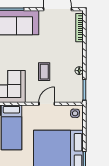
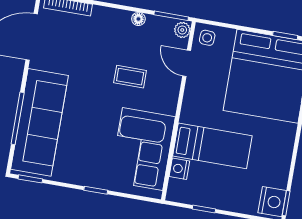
plant: (77, 98) -> (182, 30), added
door: (47, 104) -> (187, 63), moved

